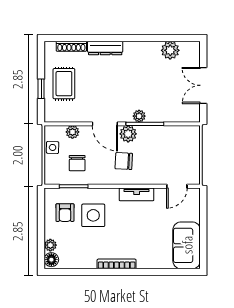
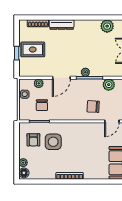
rug: (64, 84) -> (33, 49), turned 90
door: (105, 124) -> (61, 78), hinge flipped
plant: (128, 134) -> (109, 85), moved
chair: (124, 161) -> (93, 107), moved
tv unit: (137, 194) -> (84, 127), removed

